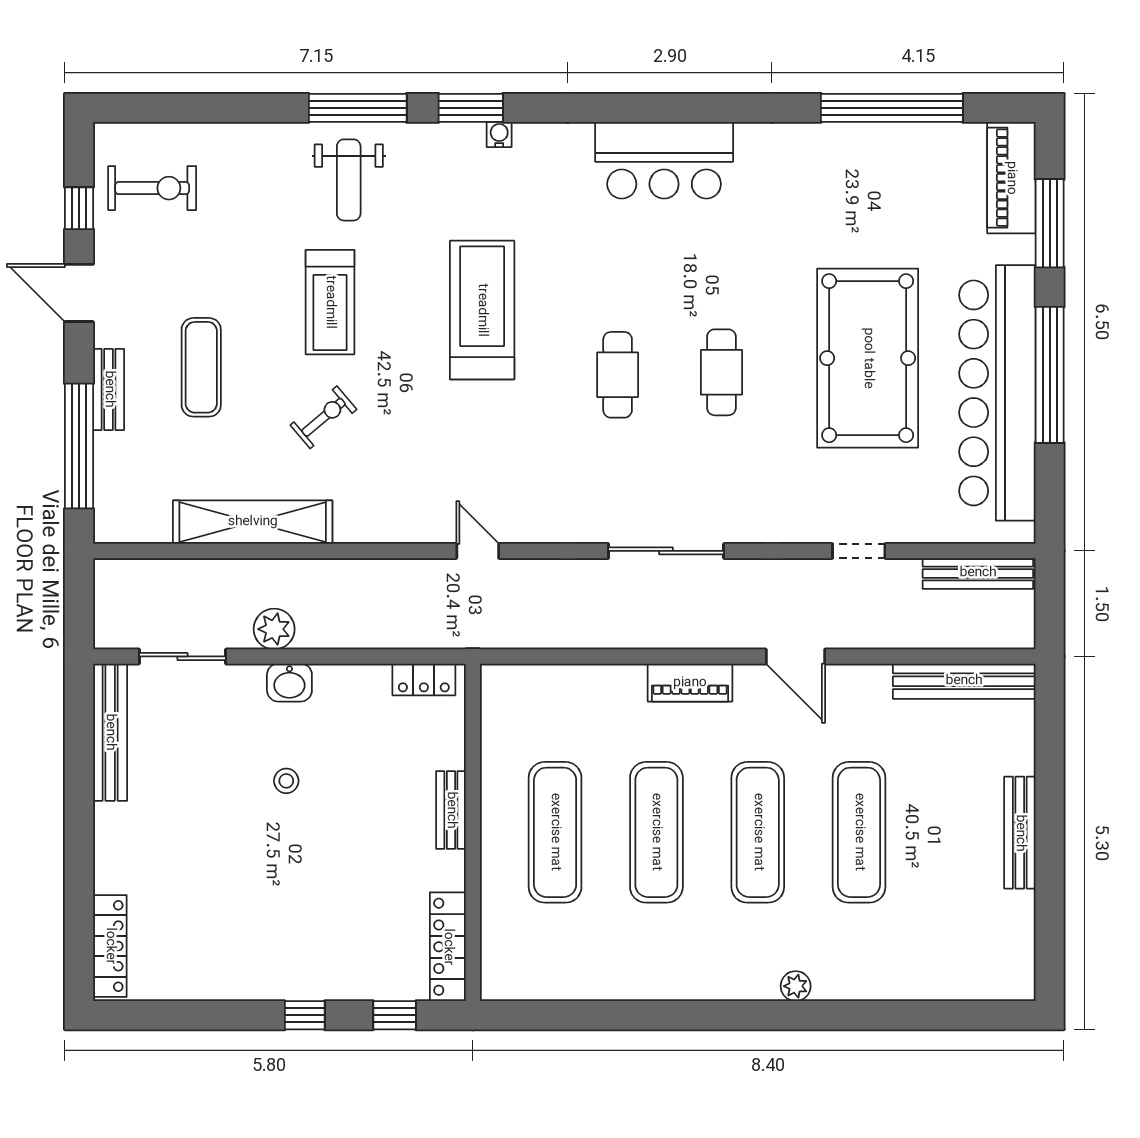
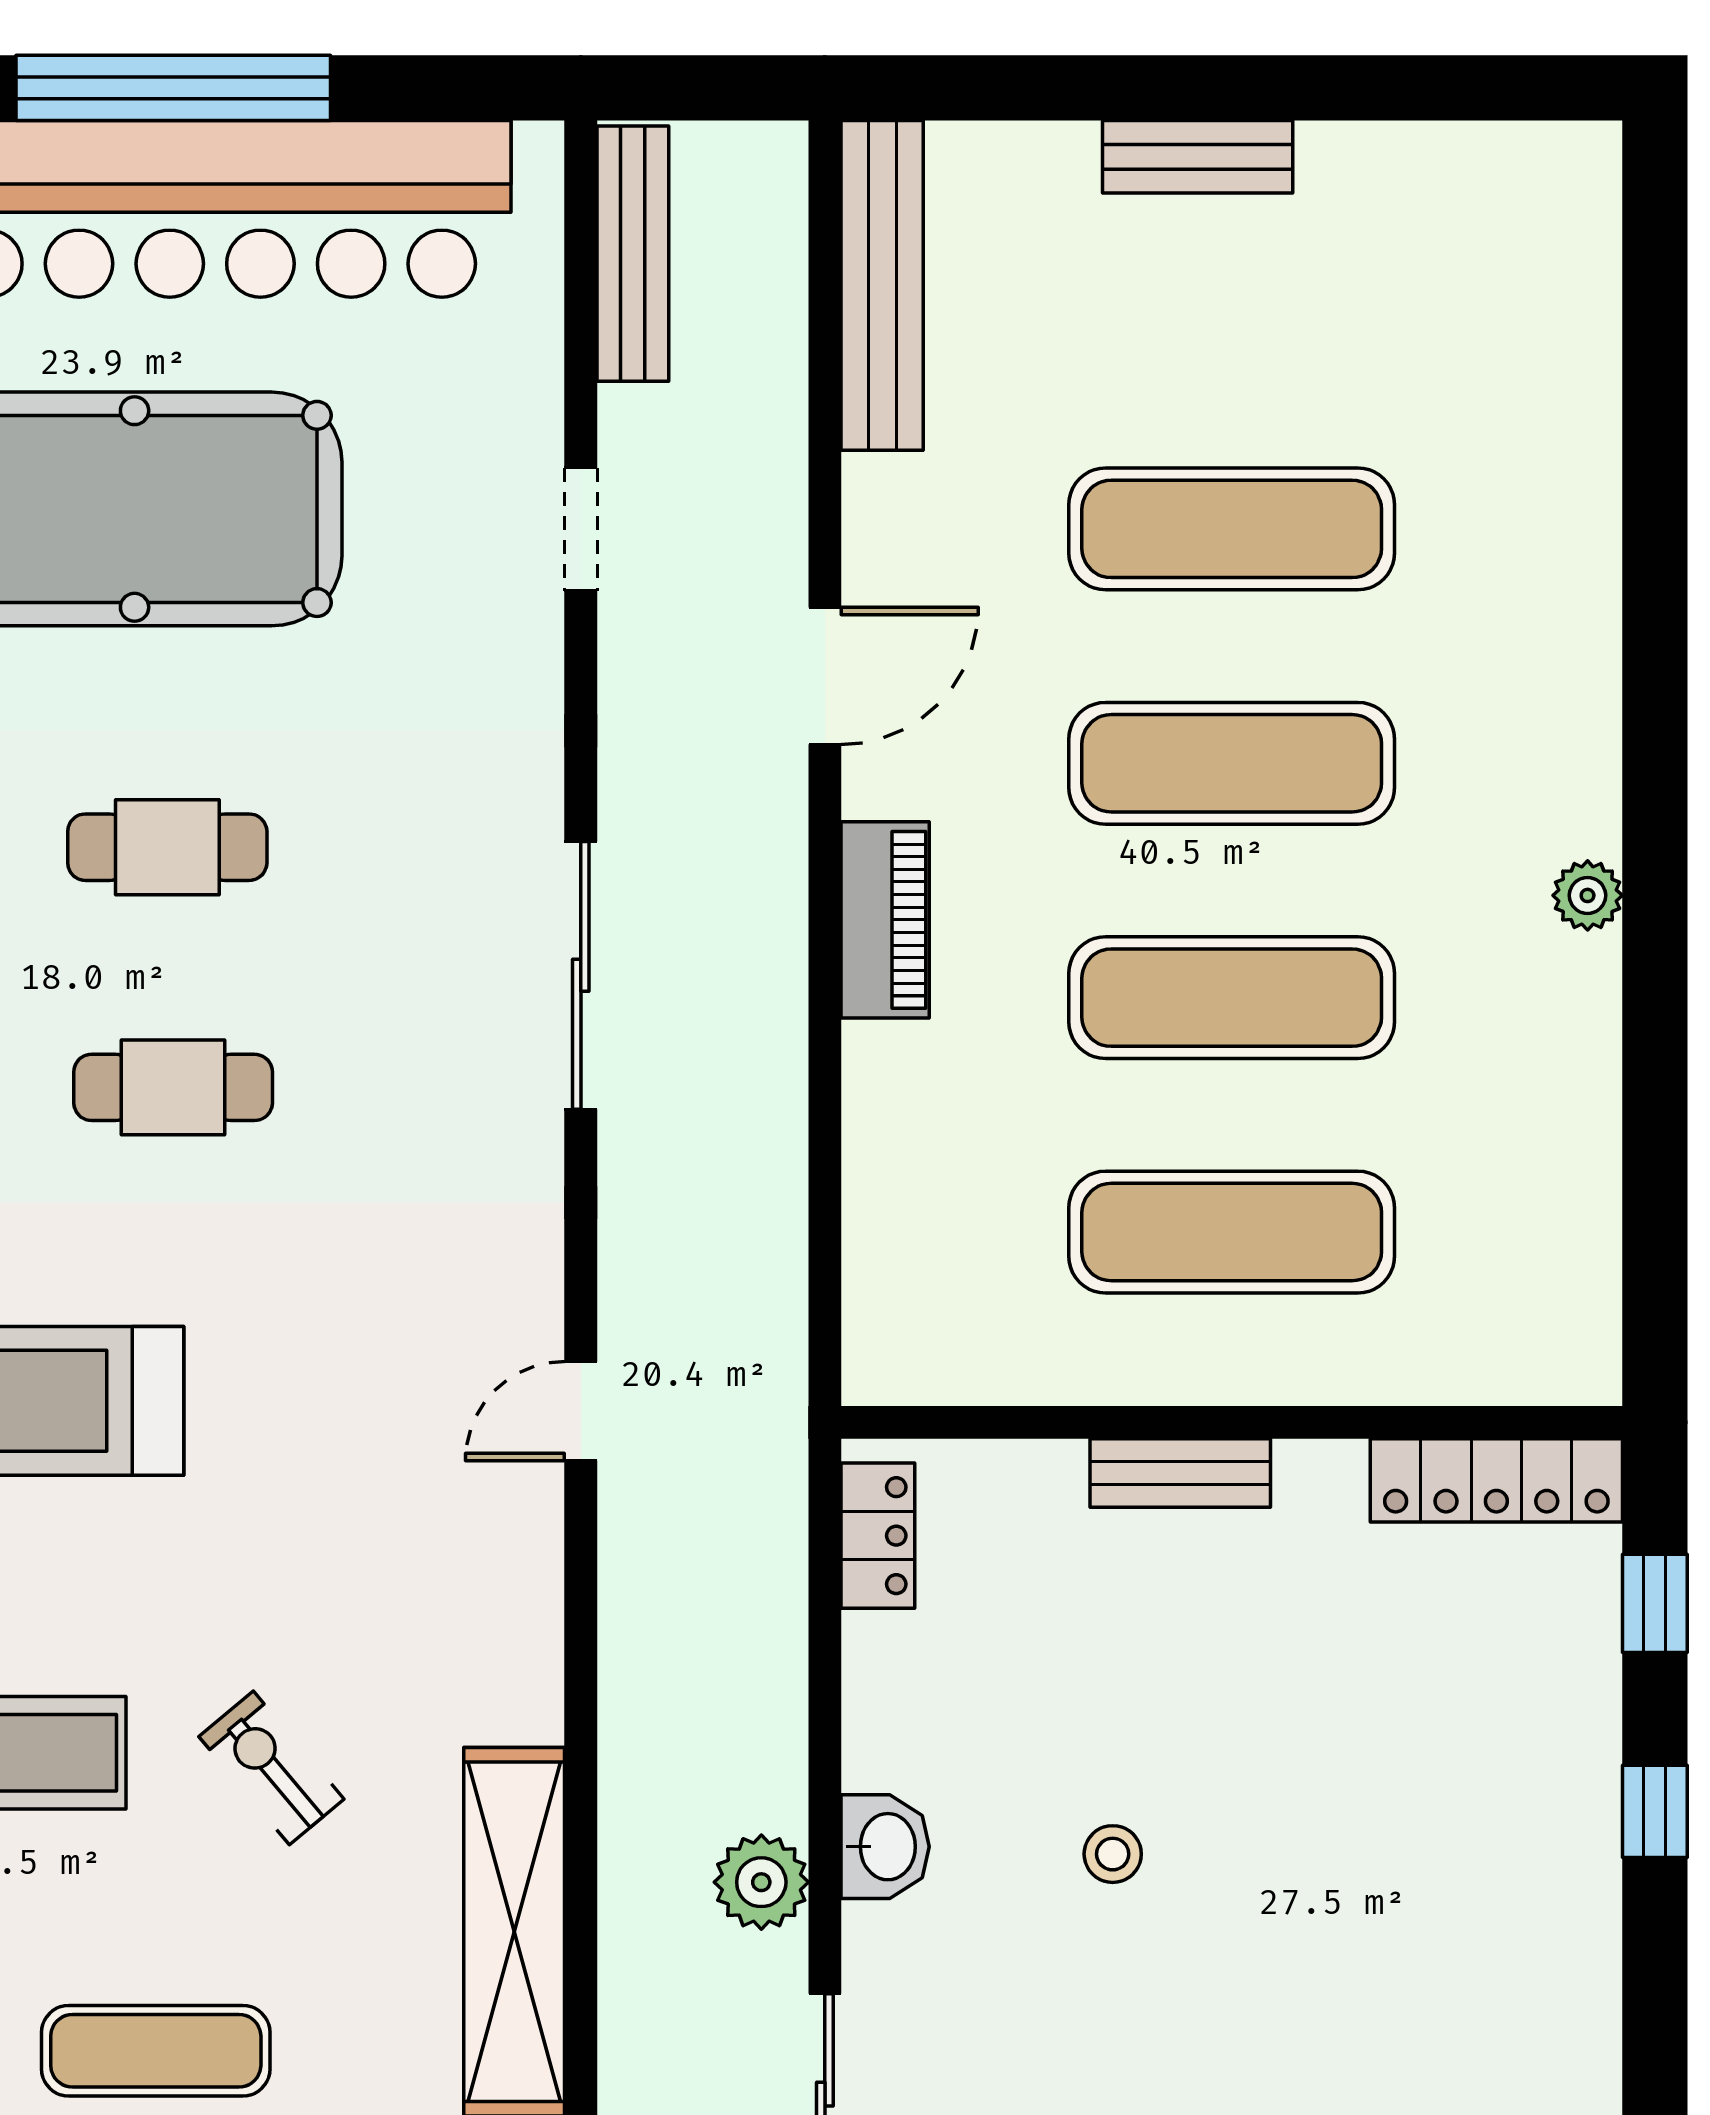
bench: (1020, 833) -> (1198, 157), width x0.73
plant: (796, 986) -> (1588, 895), moved

